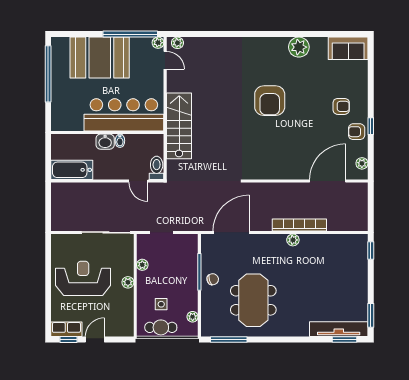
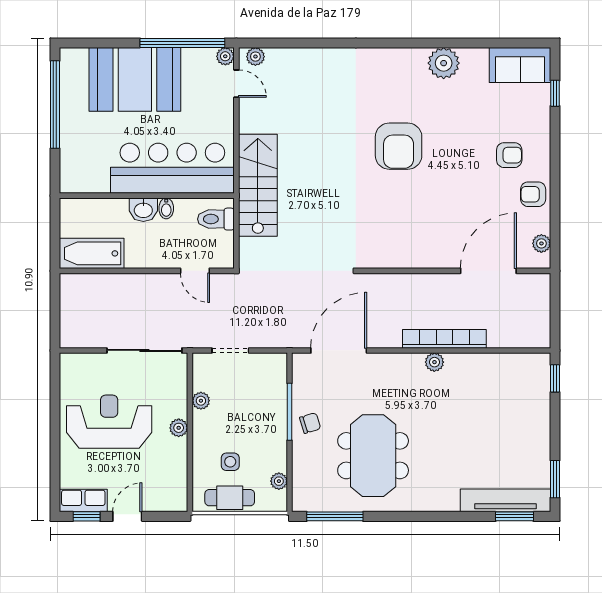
window: (371, 126) -> (555, 93), moved
toilet: (157, 168) -> (216, 219), moved, turned -90

